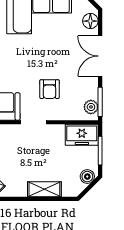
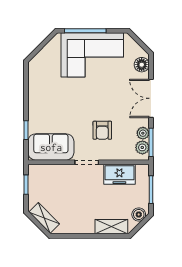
plant: (92, 92) -> (143, 133), added
freezer: (82, 135) -> (119, 174), moved
shelving: (44, 189) -> (111, 227), moved

